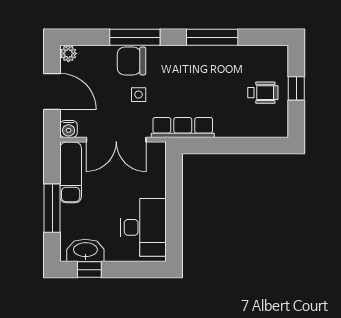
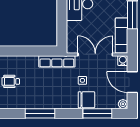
window: (135, 37) -> (97, 113), moved

